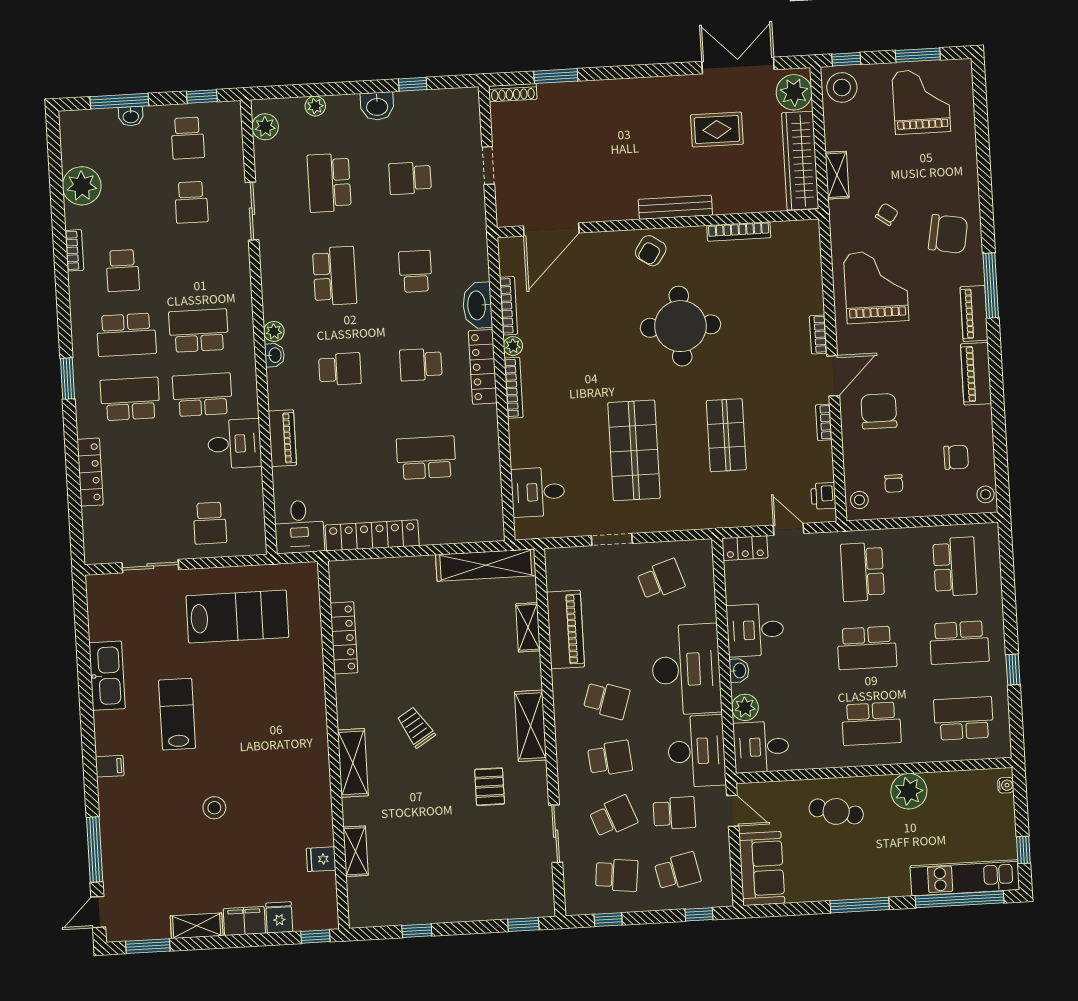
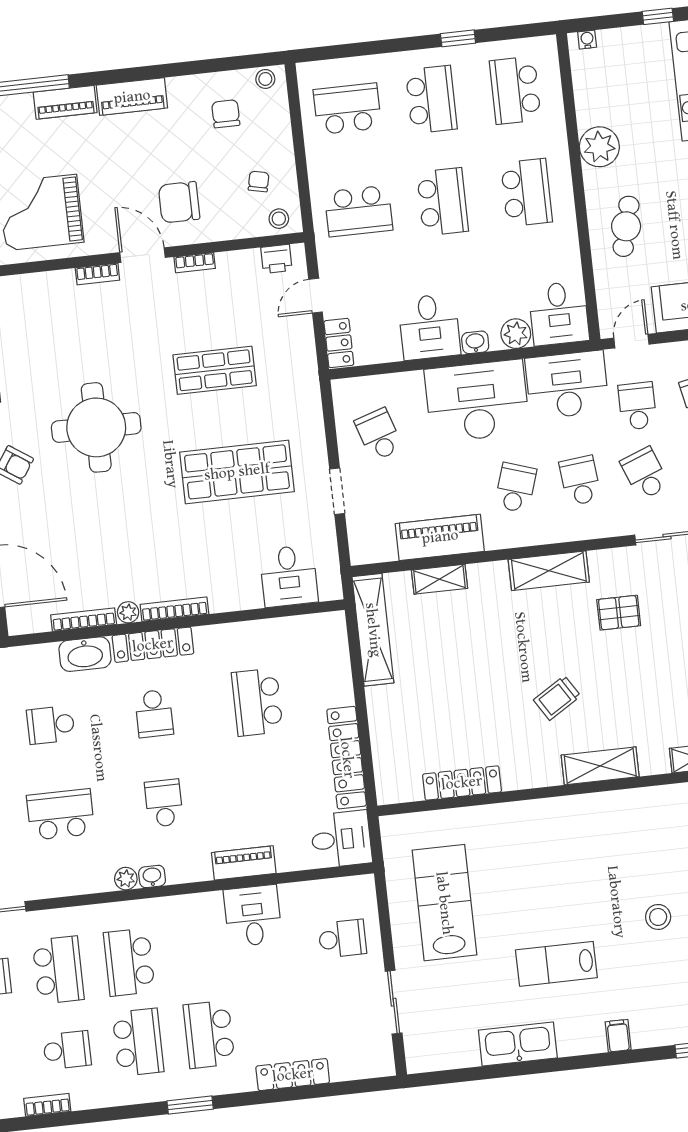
school desk: (202, 395) -> (58, 970), moved, turned 180
chair: (894, 484) -> (259, 182), turned -78

